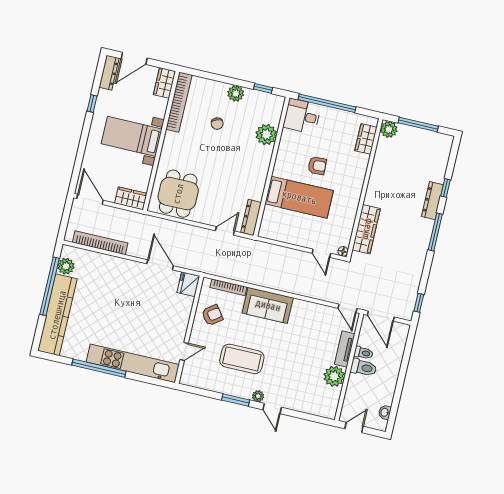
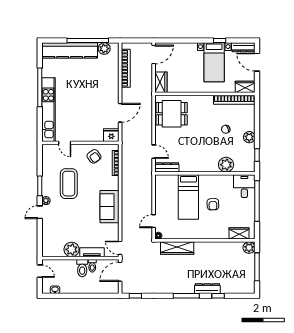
bed with nightstands: (132, 136) -> (214, 62), moved, turned 180
sofa: (268, 305) -> (109, 207), moved
door: (347, 308) -> (120, 248), hinge flipped

